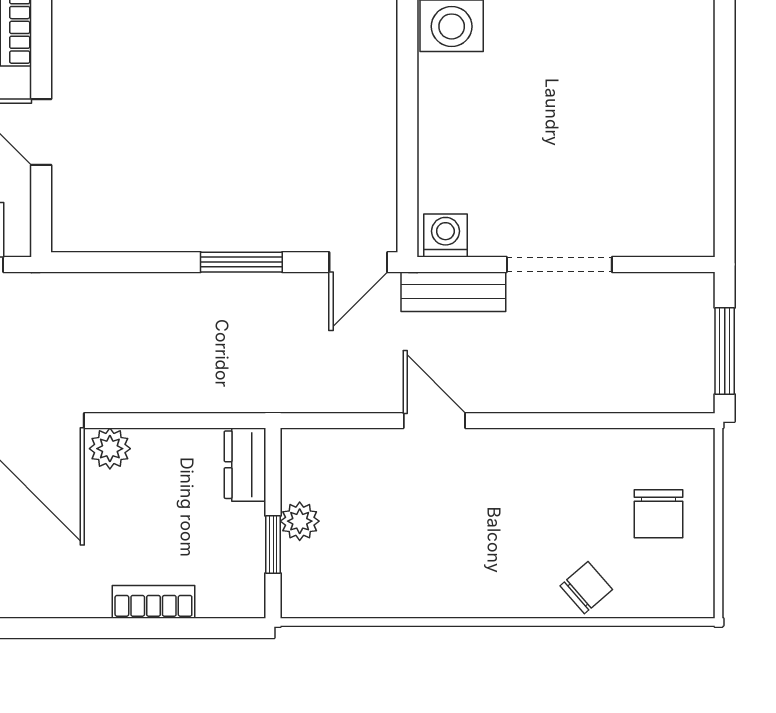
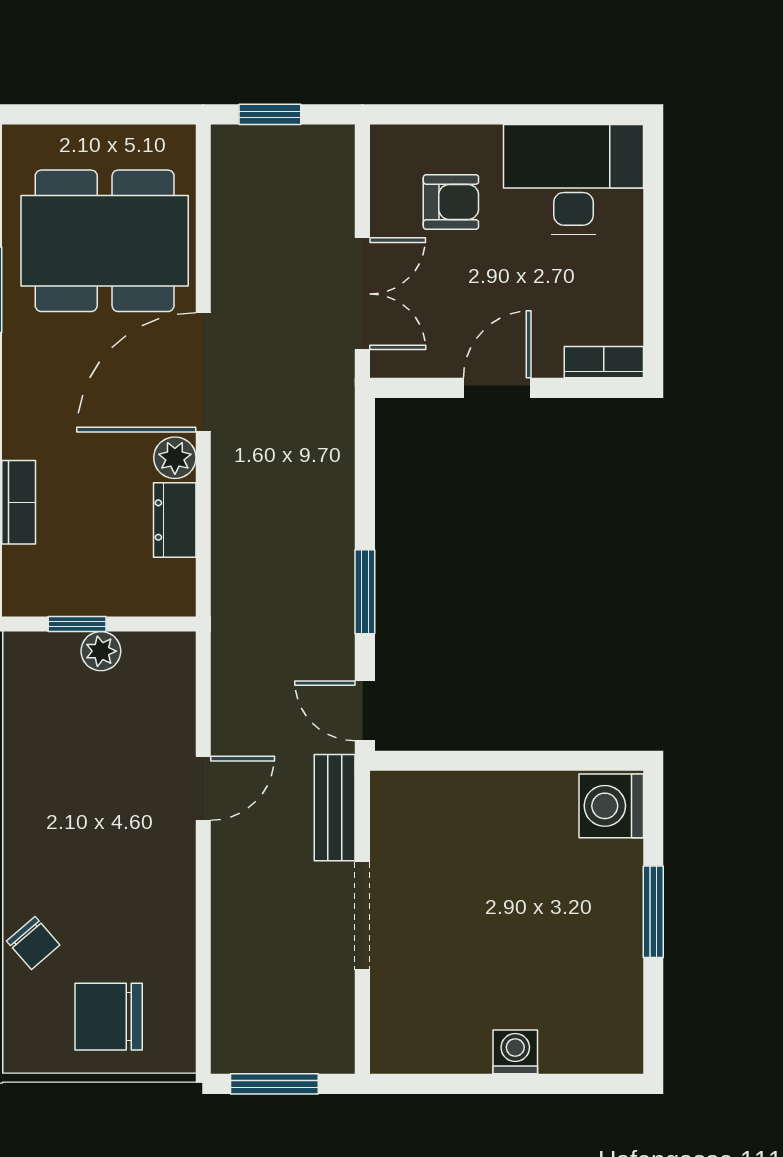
washing machine: (445, 235) -> (515, 1052), moved, turned -90
dresser: (245, 465) -> (175, 520), moved, turned -90
chair: (659, 514) -> (109, 1017), width x1.37, depth x1.37

